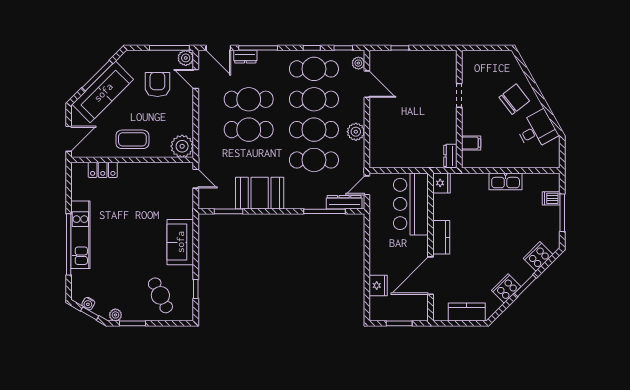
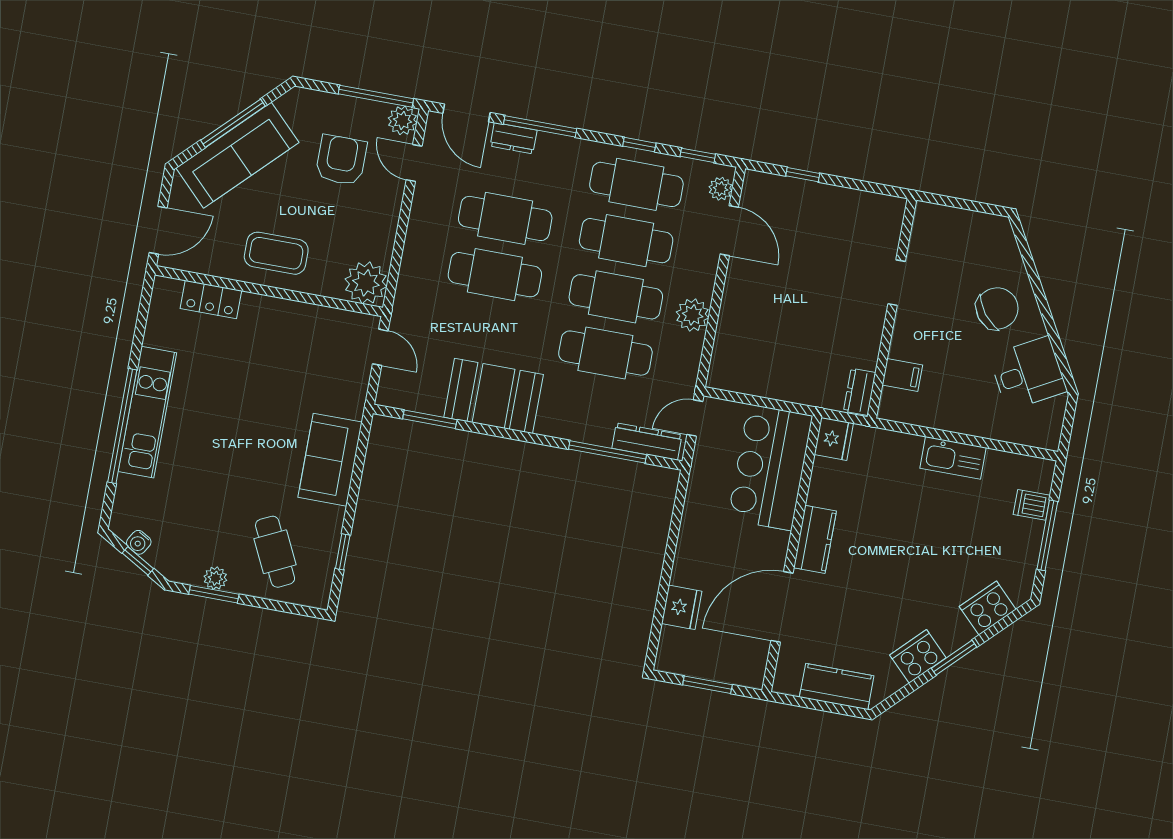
plant: (115, 315) -> (215, 578), moved

